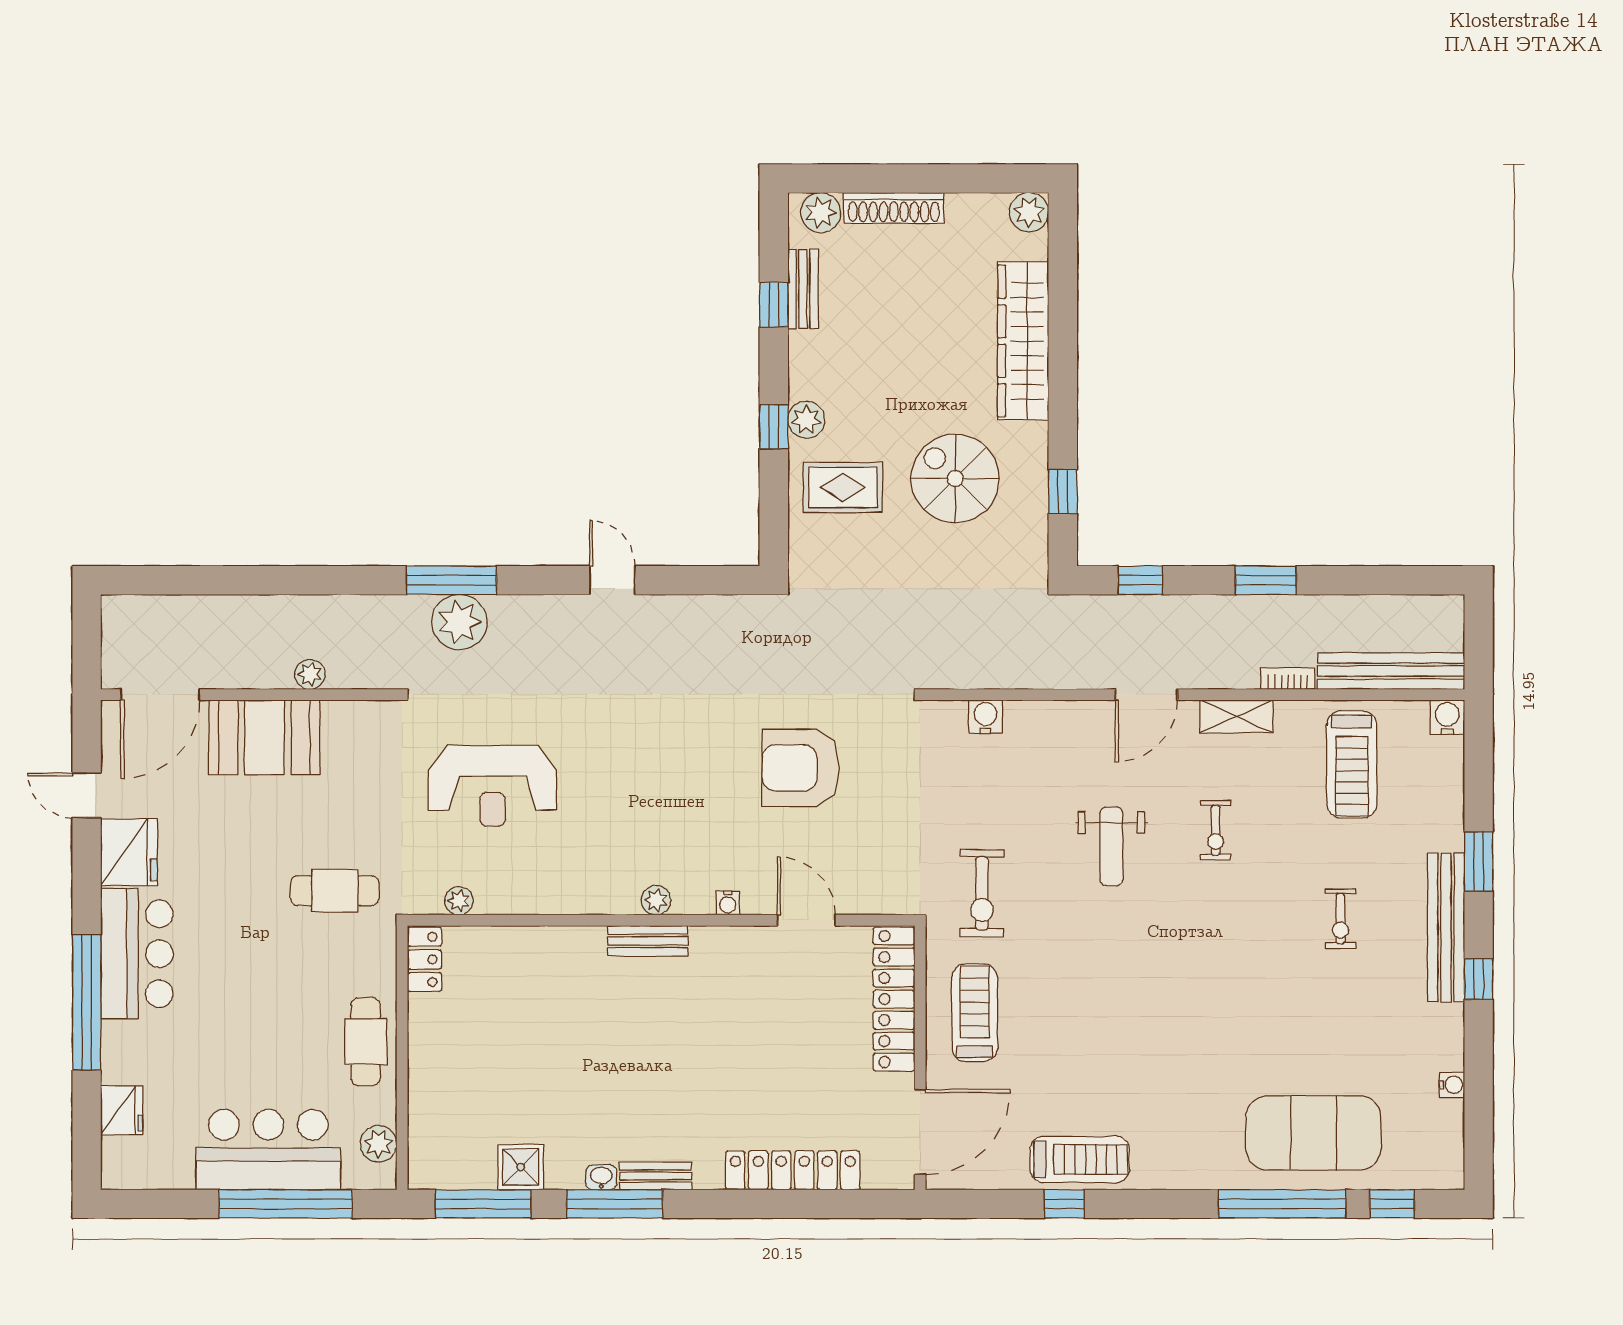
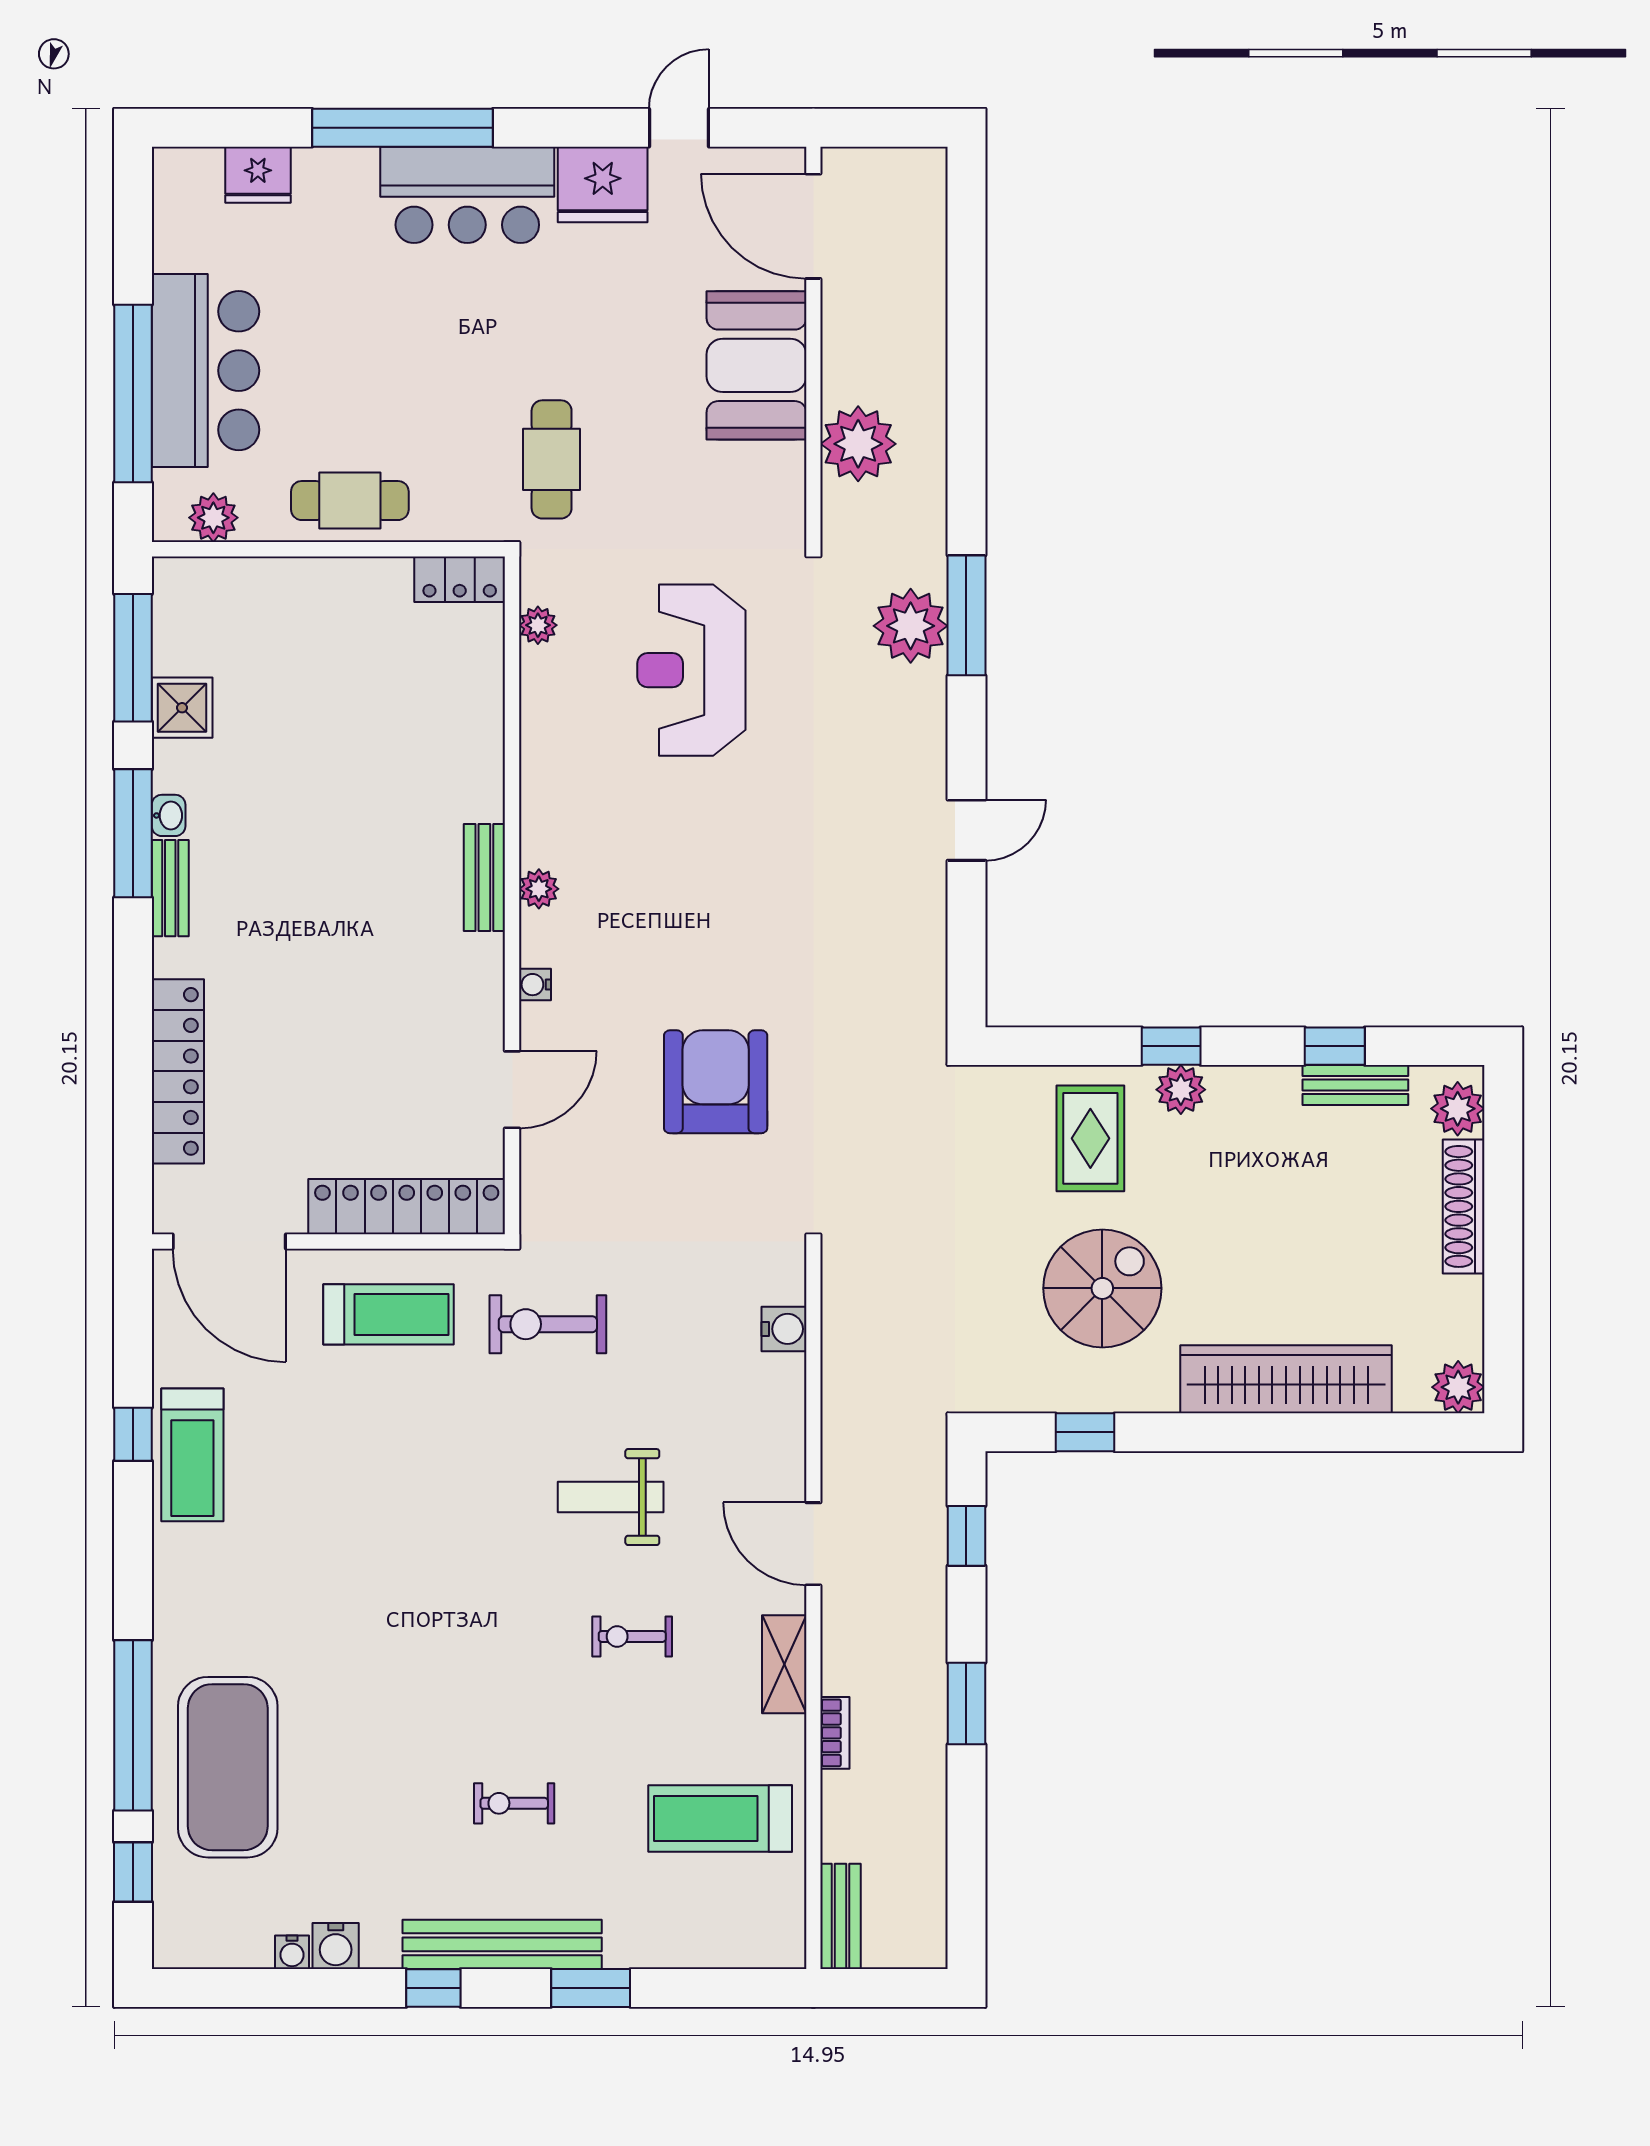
bench: (1391, 671) -> (841, 1916), width x0.54, depth x0.82
plant: (310, 674) -> (858, 444), width x1.88, depth x1.88
water cooler: (1447, 717) -> (336, 1946), moved, turned 90

